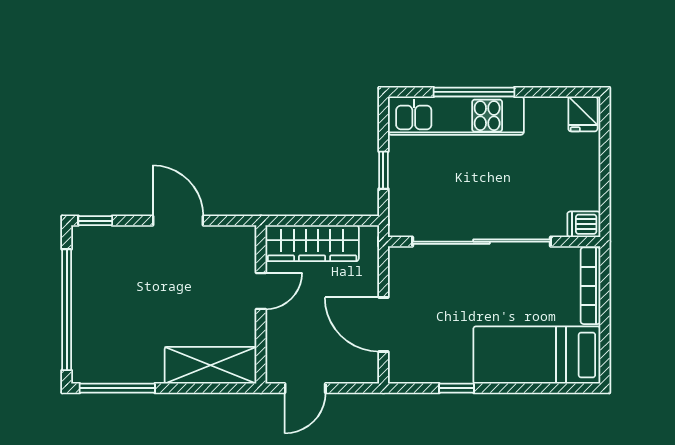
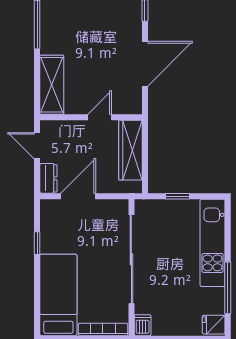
window: (474, 92) -> (228, 288), moved
door: (178, 221) -> (145, 64), width x1.36
door: (261, 291) -> (100, 117), swing flipped
dresser: (356, 370) -> (48, 178), added

